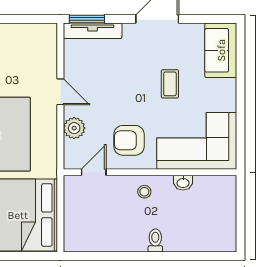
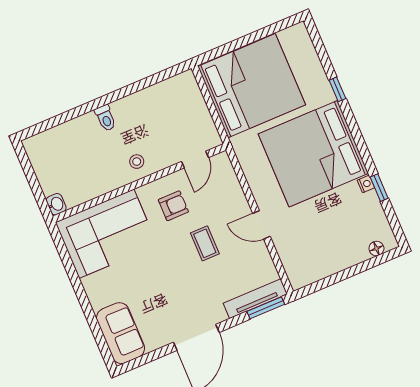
coffee table: (170, 84) -> (205, 243), moved
plant: (74, 128) -> (233, 195), removed
armchair: (129, 140) -> (173, 206), width x0.72, depth x0.72
washbasin: (183, 183) -> (56, 204), moved, turned 90

